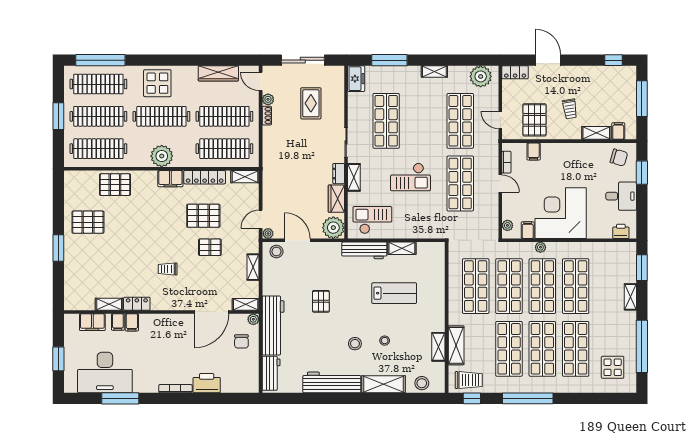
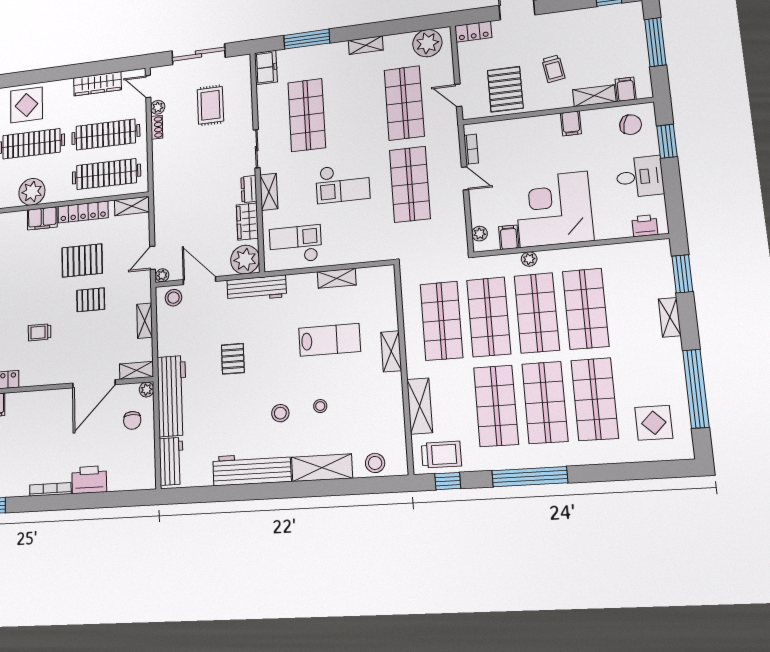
filing cabinet: (534, 151) -> (571, 123), moved
workbench: (364, 250) -> (257, 288), moved
shelving: (438, 347) -> (391, 351), moved

